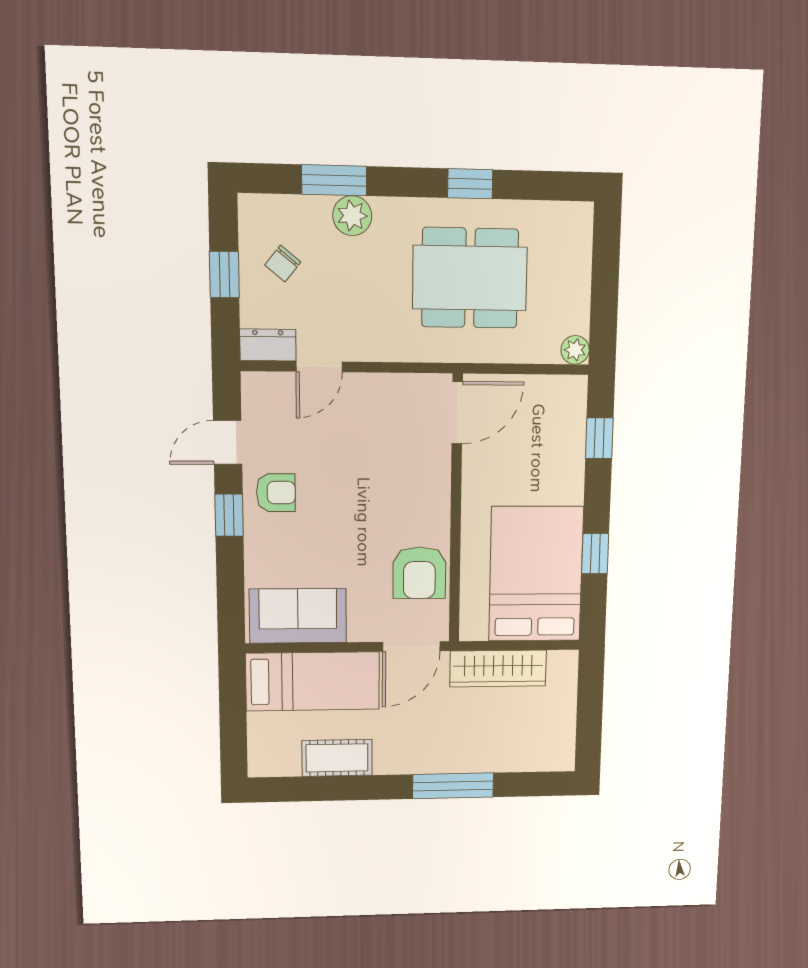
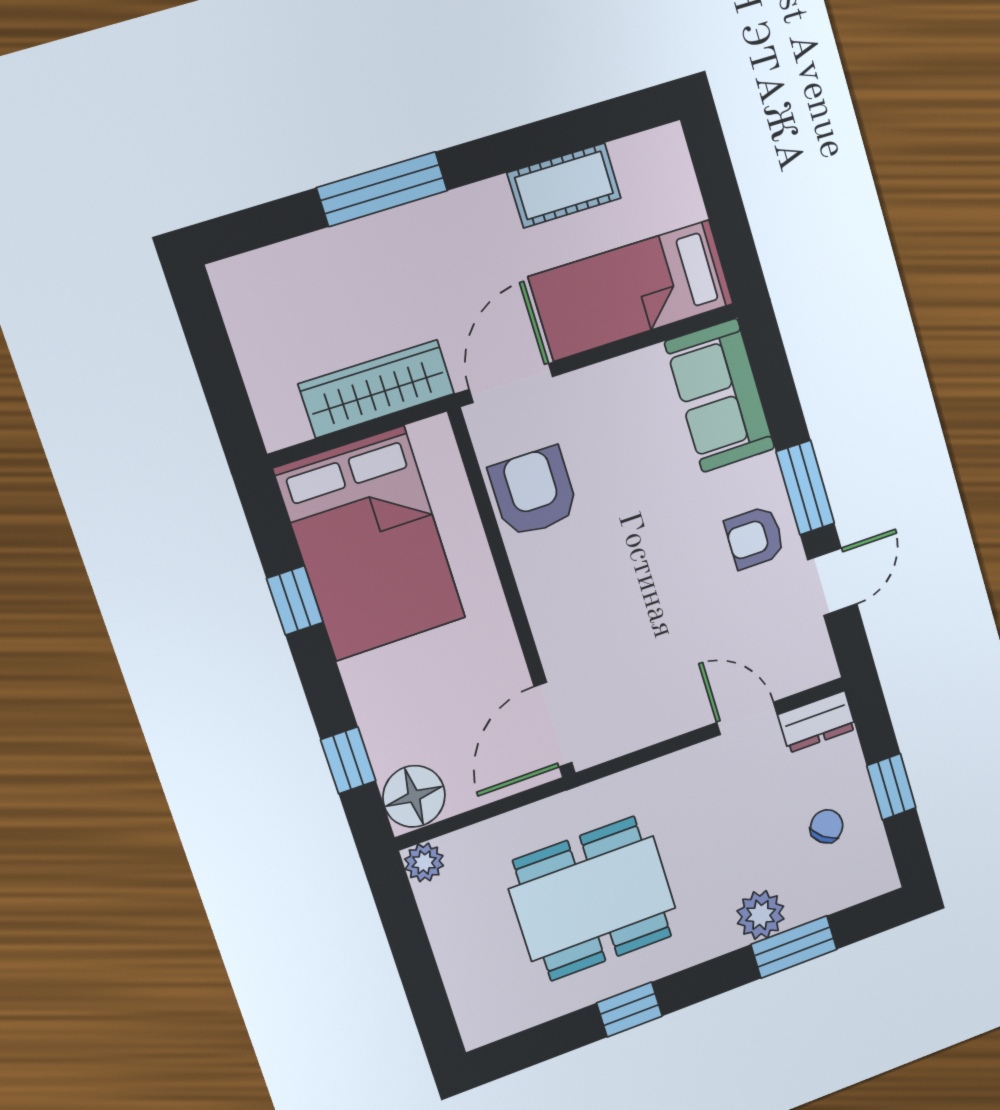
door: (319, 367) -> (747, 718), hinge flipped
floor lamp: (566, 398) -> (414, 796), added
window: (229, 515) -> (805, 488), width x1.50
sofa: (298, 616) -> (720, 395), moved, turned 90

